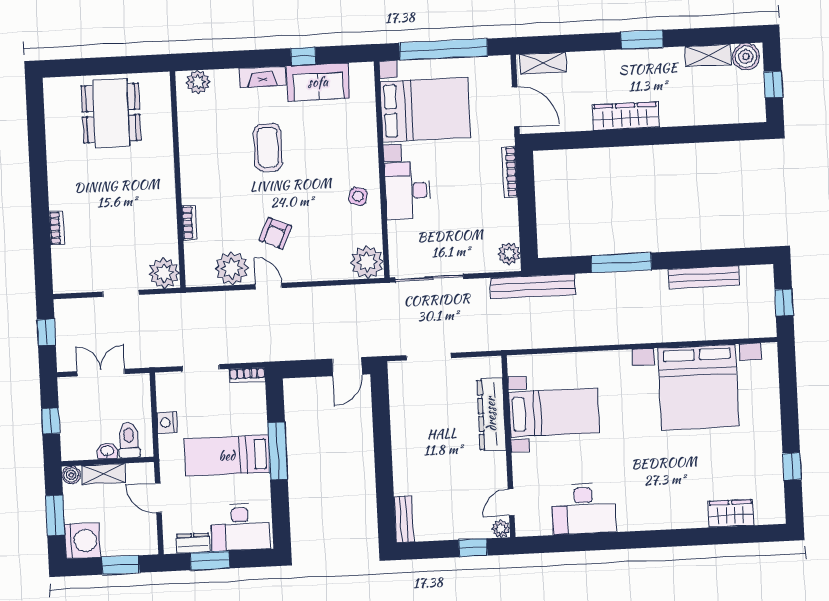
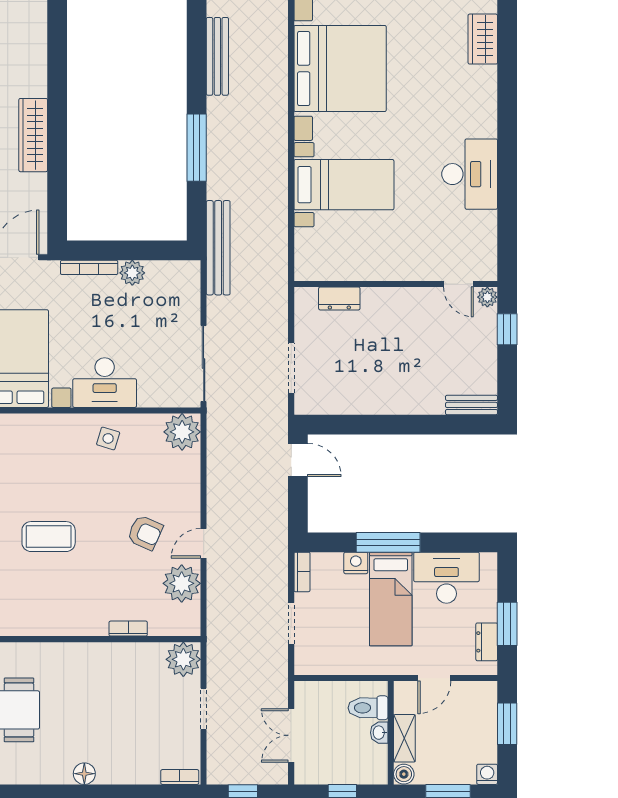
floor lamp: (58, 190) -> (84, 774), added
bookcase: (57, 228) -> (180, 777), moved
plant: (509, 254) -> (132, 273), moved
bed with nightstands: (554, 413) -> (344, 185), moved, turned 90
dresser: (491, 414) -> (339, 298), width x0.51, depth x0.80
nightstand: (167, 423) -> (356, 563), moved, turned 180
desk: (583, 509) -> (470, 174), moved
desk: (240, 527) -> (446, 578), moved, turned -90
washing machine: (82, 541) -> (487, 774), width x0.53, depth x0.53

